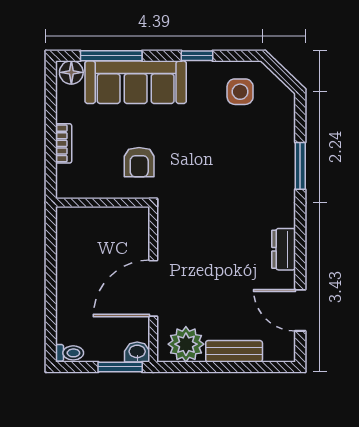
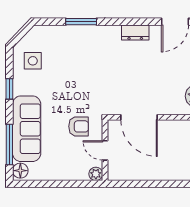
bookcase: (64, 143) -> (66, 176), removed
plant: (66, 189) -> (96, 174), added
door: (102, 203) -> (105, 150), added
door: (153, 288) -> (139, 117), moved

